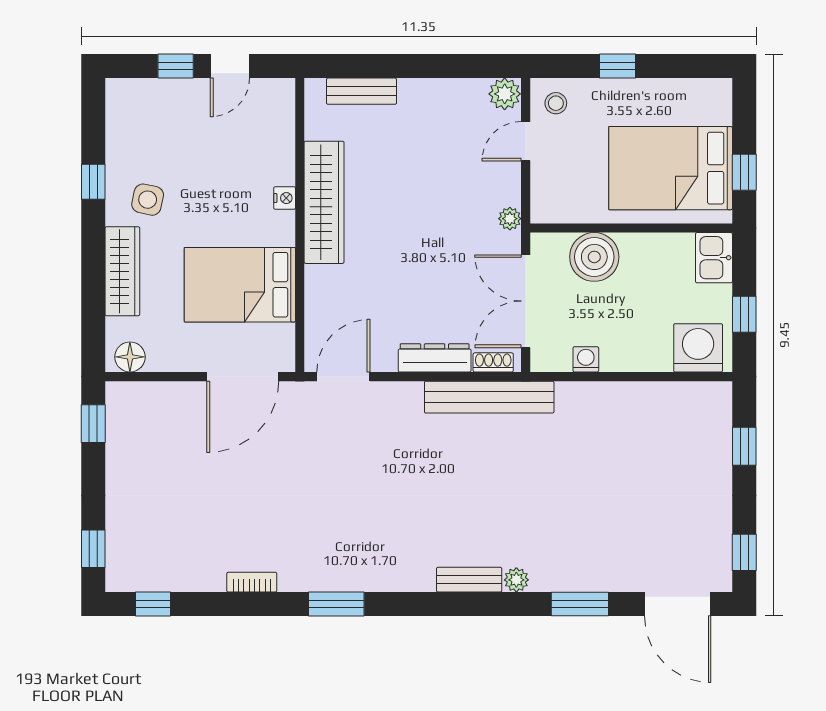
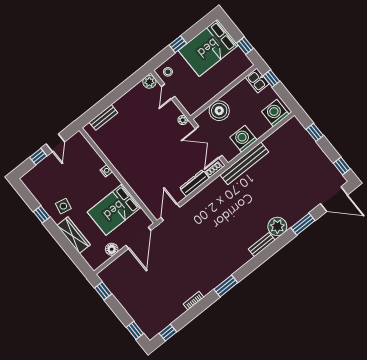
bed: (671, 168) -> (208, 48), moved
wardrobe: (324, 202) -> (120, 162), removed
window: (744, 314) -> (271, 79), moved
floor lamp: (130, 357) -> (112, 249), moved
washing machine: (586, 359) -> (243, 139), width x1.89, depth x1.89
bench: (489, 397) -> (244, 163), moved
plant: (516, 580) -> (277, 226), width x1.87, depth x1.87

